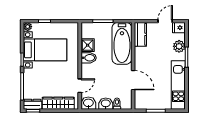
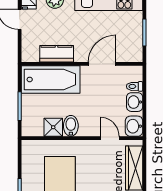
kitchen counter: (140, 34) -> (57, 54), moved

